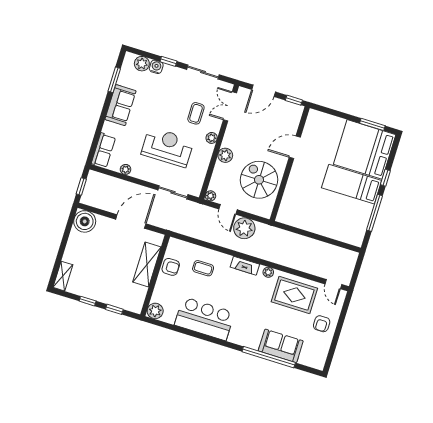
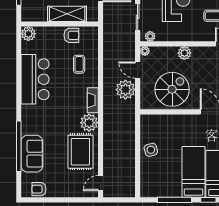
plant: (212, 138) -> (150, 36), moved
door: (228, 209) -> (138, 70), hinge flipped
side table: (315, 221) -> (151, 150), added
armchair: (171, 267) -> (71, 35), turned -90
plant: (268, 272) -> (89, 123), width x1.88, depth x1.88
armchair: (322, 324) -> (39, 189), moved

